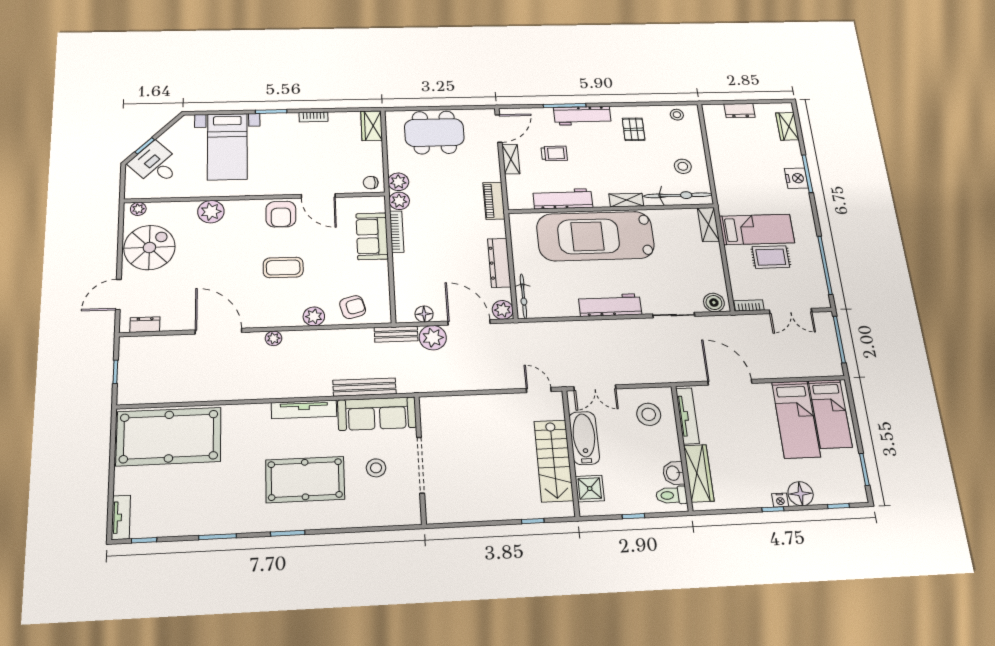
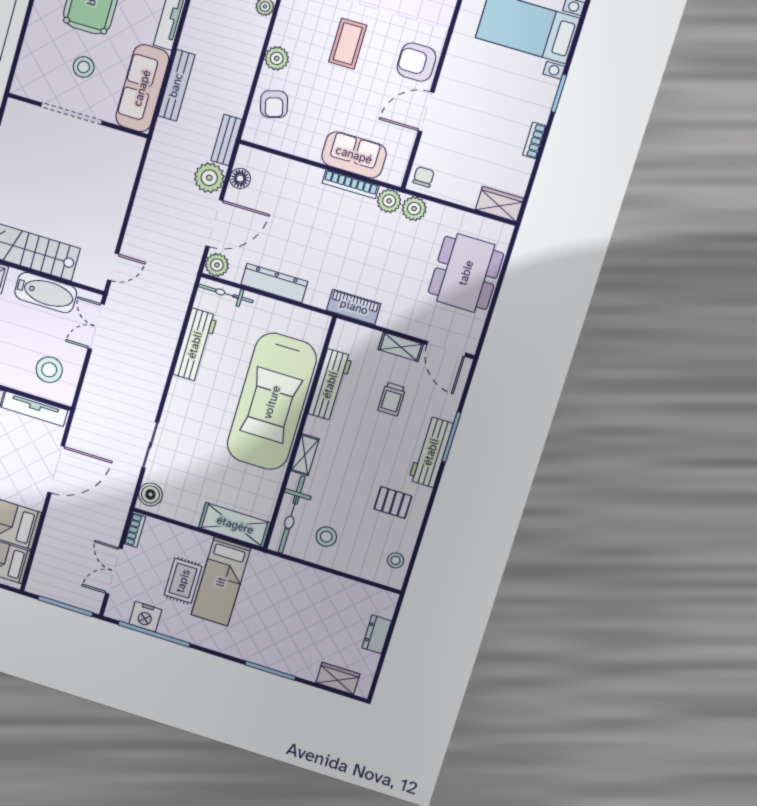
nightstand: (796, 178) -> (145, 617), moved
shelving: (708, 225) -> (235, 525), width x1.50, depth x1.33
car: (595, 236) -> (272, 402), turned 180
workbench: (610, 305) -> (195, 345), moved

